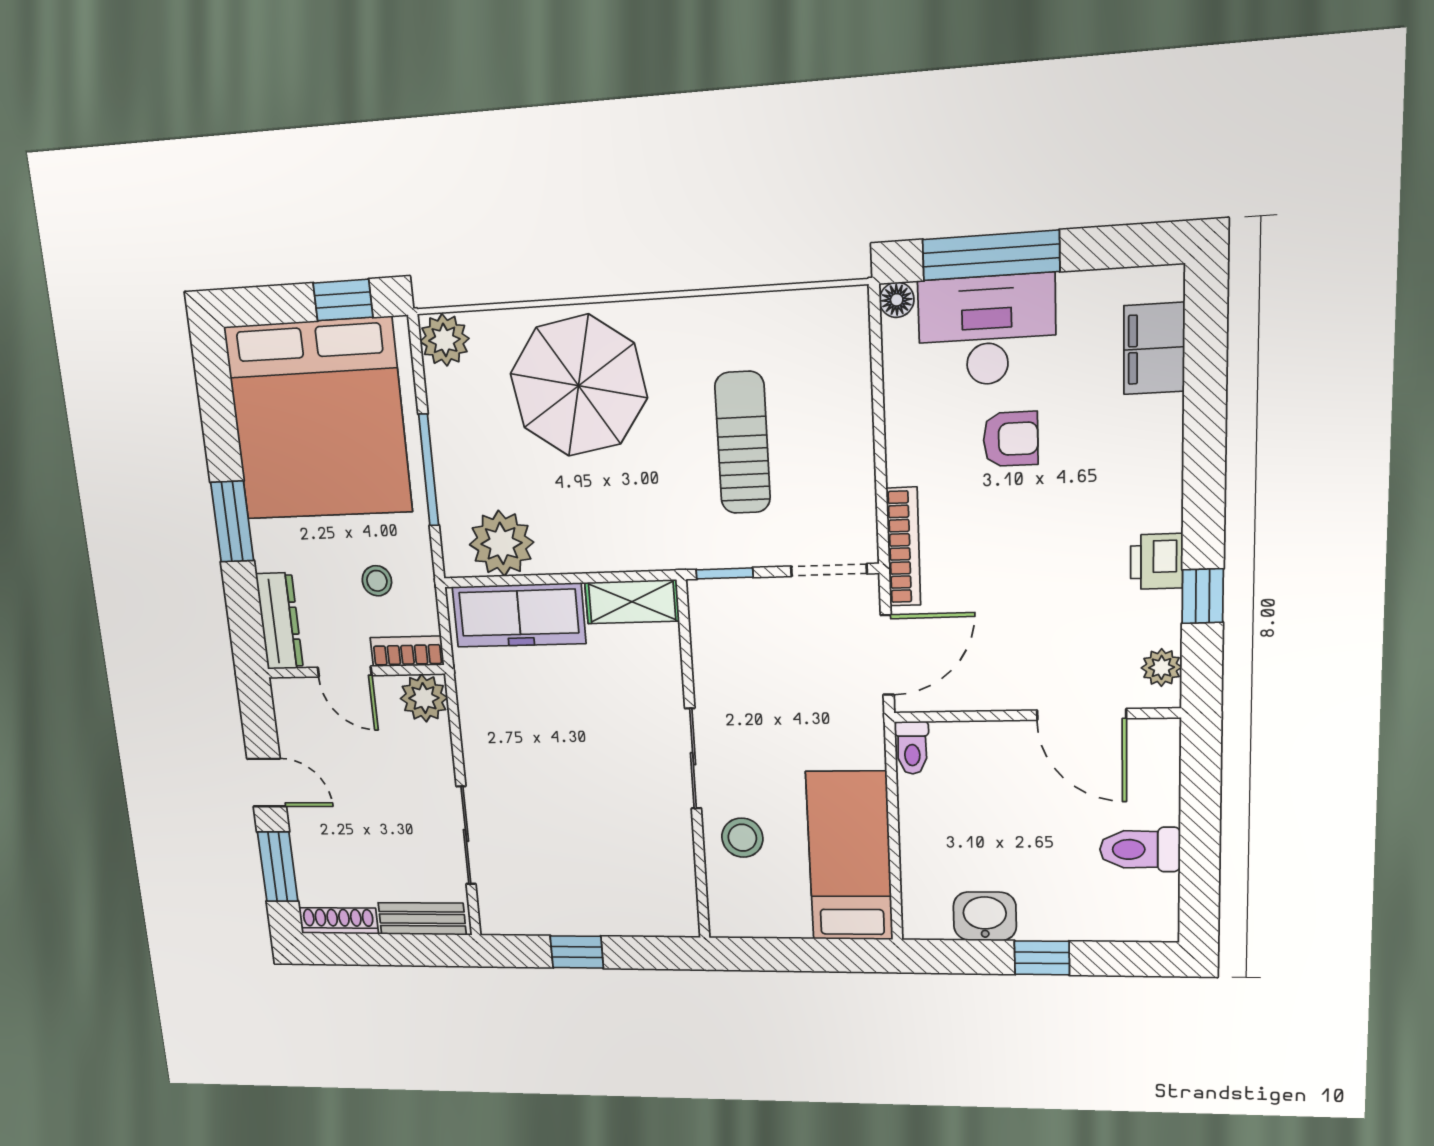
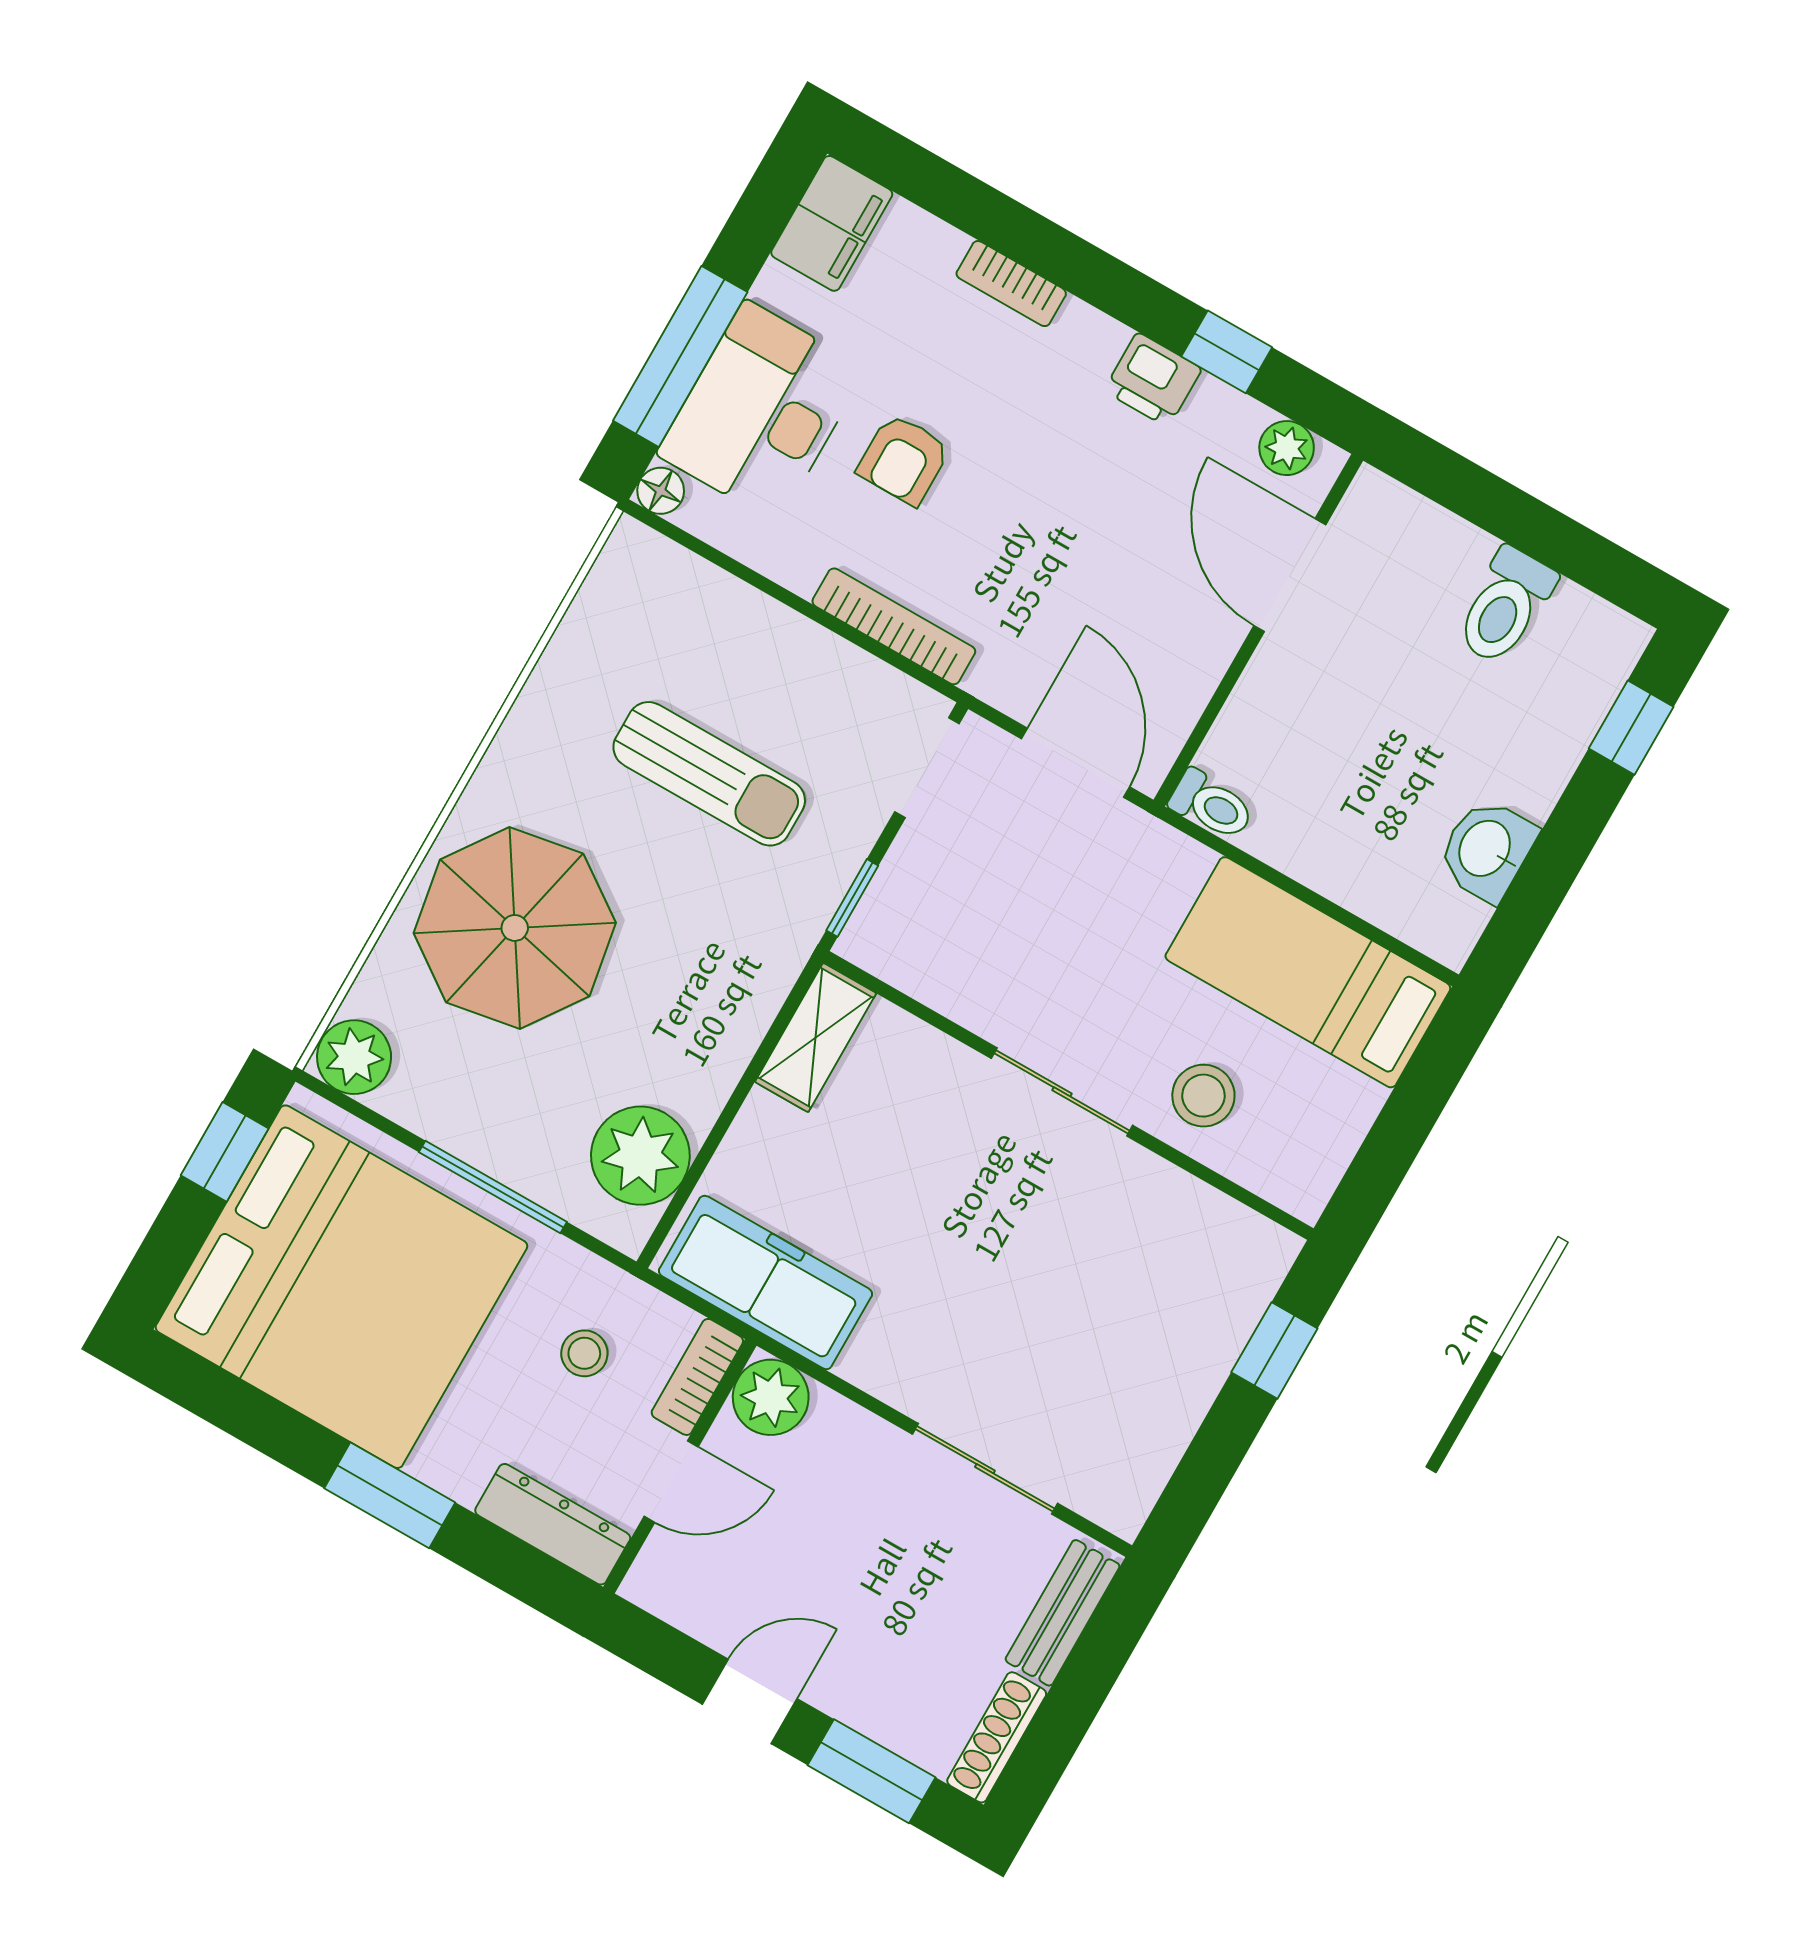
filing cabinet: (1154, 348) -> (832, 223), moved, turned -90
bookcase: (1167, 436) -> (1011, 284), added
armchair: (1011, 439) -> (904, 459), turned 180
sun lounger: (743, 443) -> (709, 774), turned 180
bookcase: (903, 547) -> (894, 626), moved
freezer: (519, 615) -> (765, 1282), moved, turned -90
door: (1081, 714) -> (1290, 575), swing flipped
window: (577, 952) -> (1274, 1350), moved
window: (1042, 958) -> (1631, 728), moved

